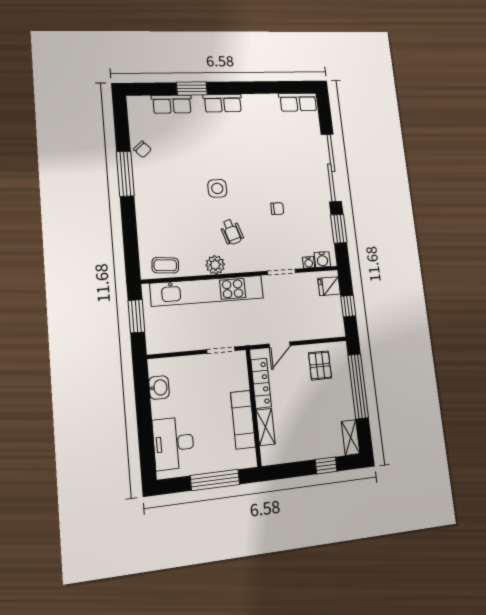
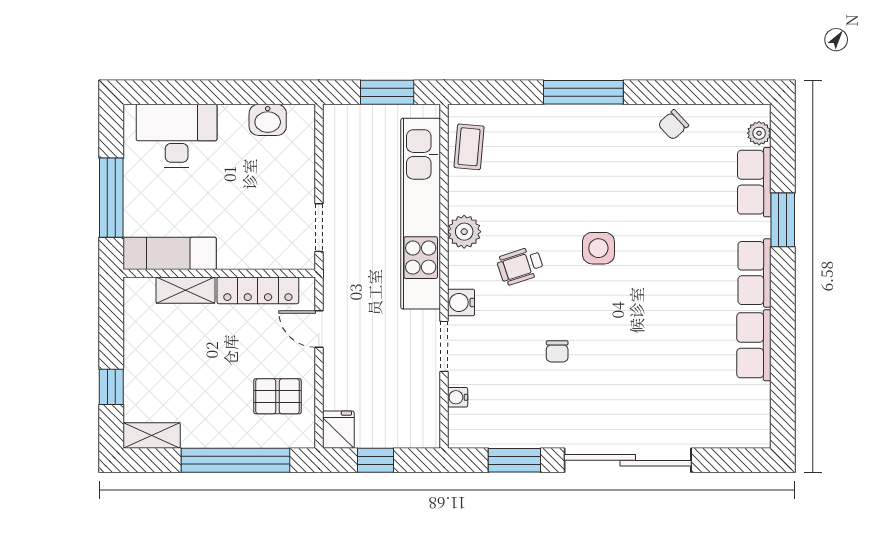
plant: (143, 102) -> (759, 133), added
row of seats: (298, 102) -> (754, 345), moved
window: (125, 174) -> (583, 92), moved
water cooler: (322, 259) -> (461, 302), moved
fridge: (329, 286) -> (338, 430), moved
exam couch: (243, 420) -> (170, 253), moved

